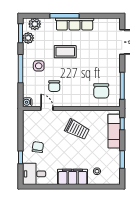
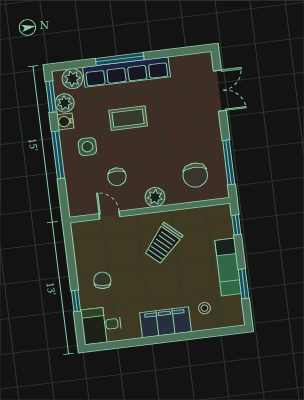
row of seats: (75, 24) -> (127, 72), width x1.36
plant: (75, 101) -> (155, 197), added
water cooler: (27, 102) -> (65, 121), moved
trolley: (77, 129) -> (163, 243), turned 105
exam couch: (114, 131) -> (228, 267), moved

